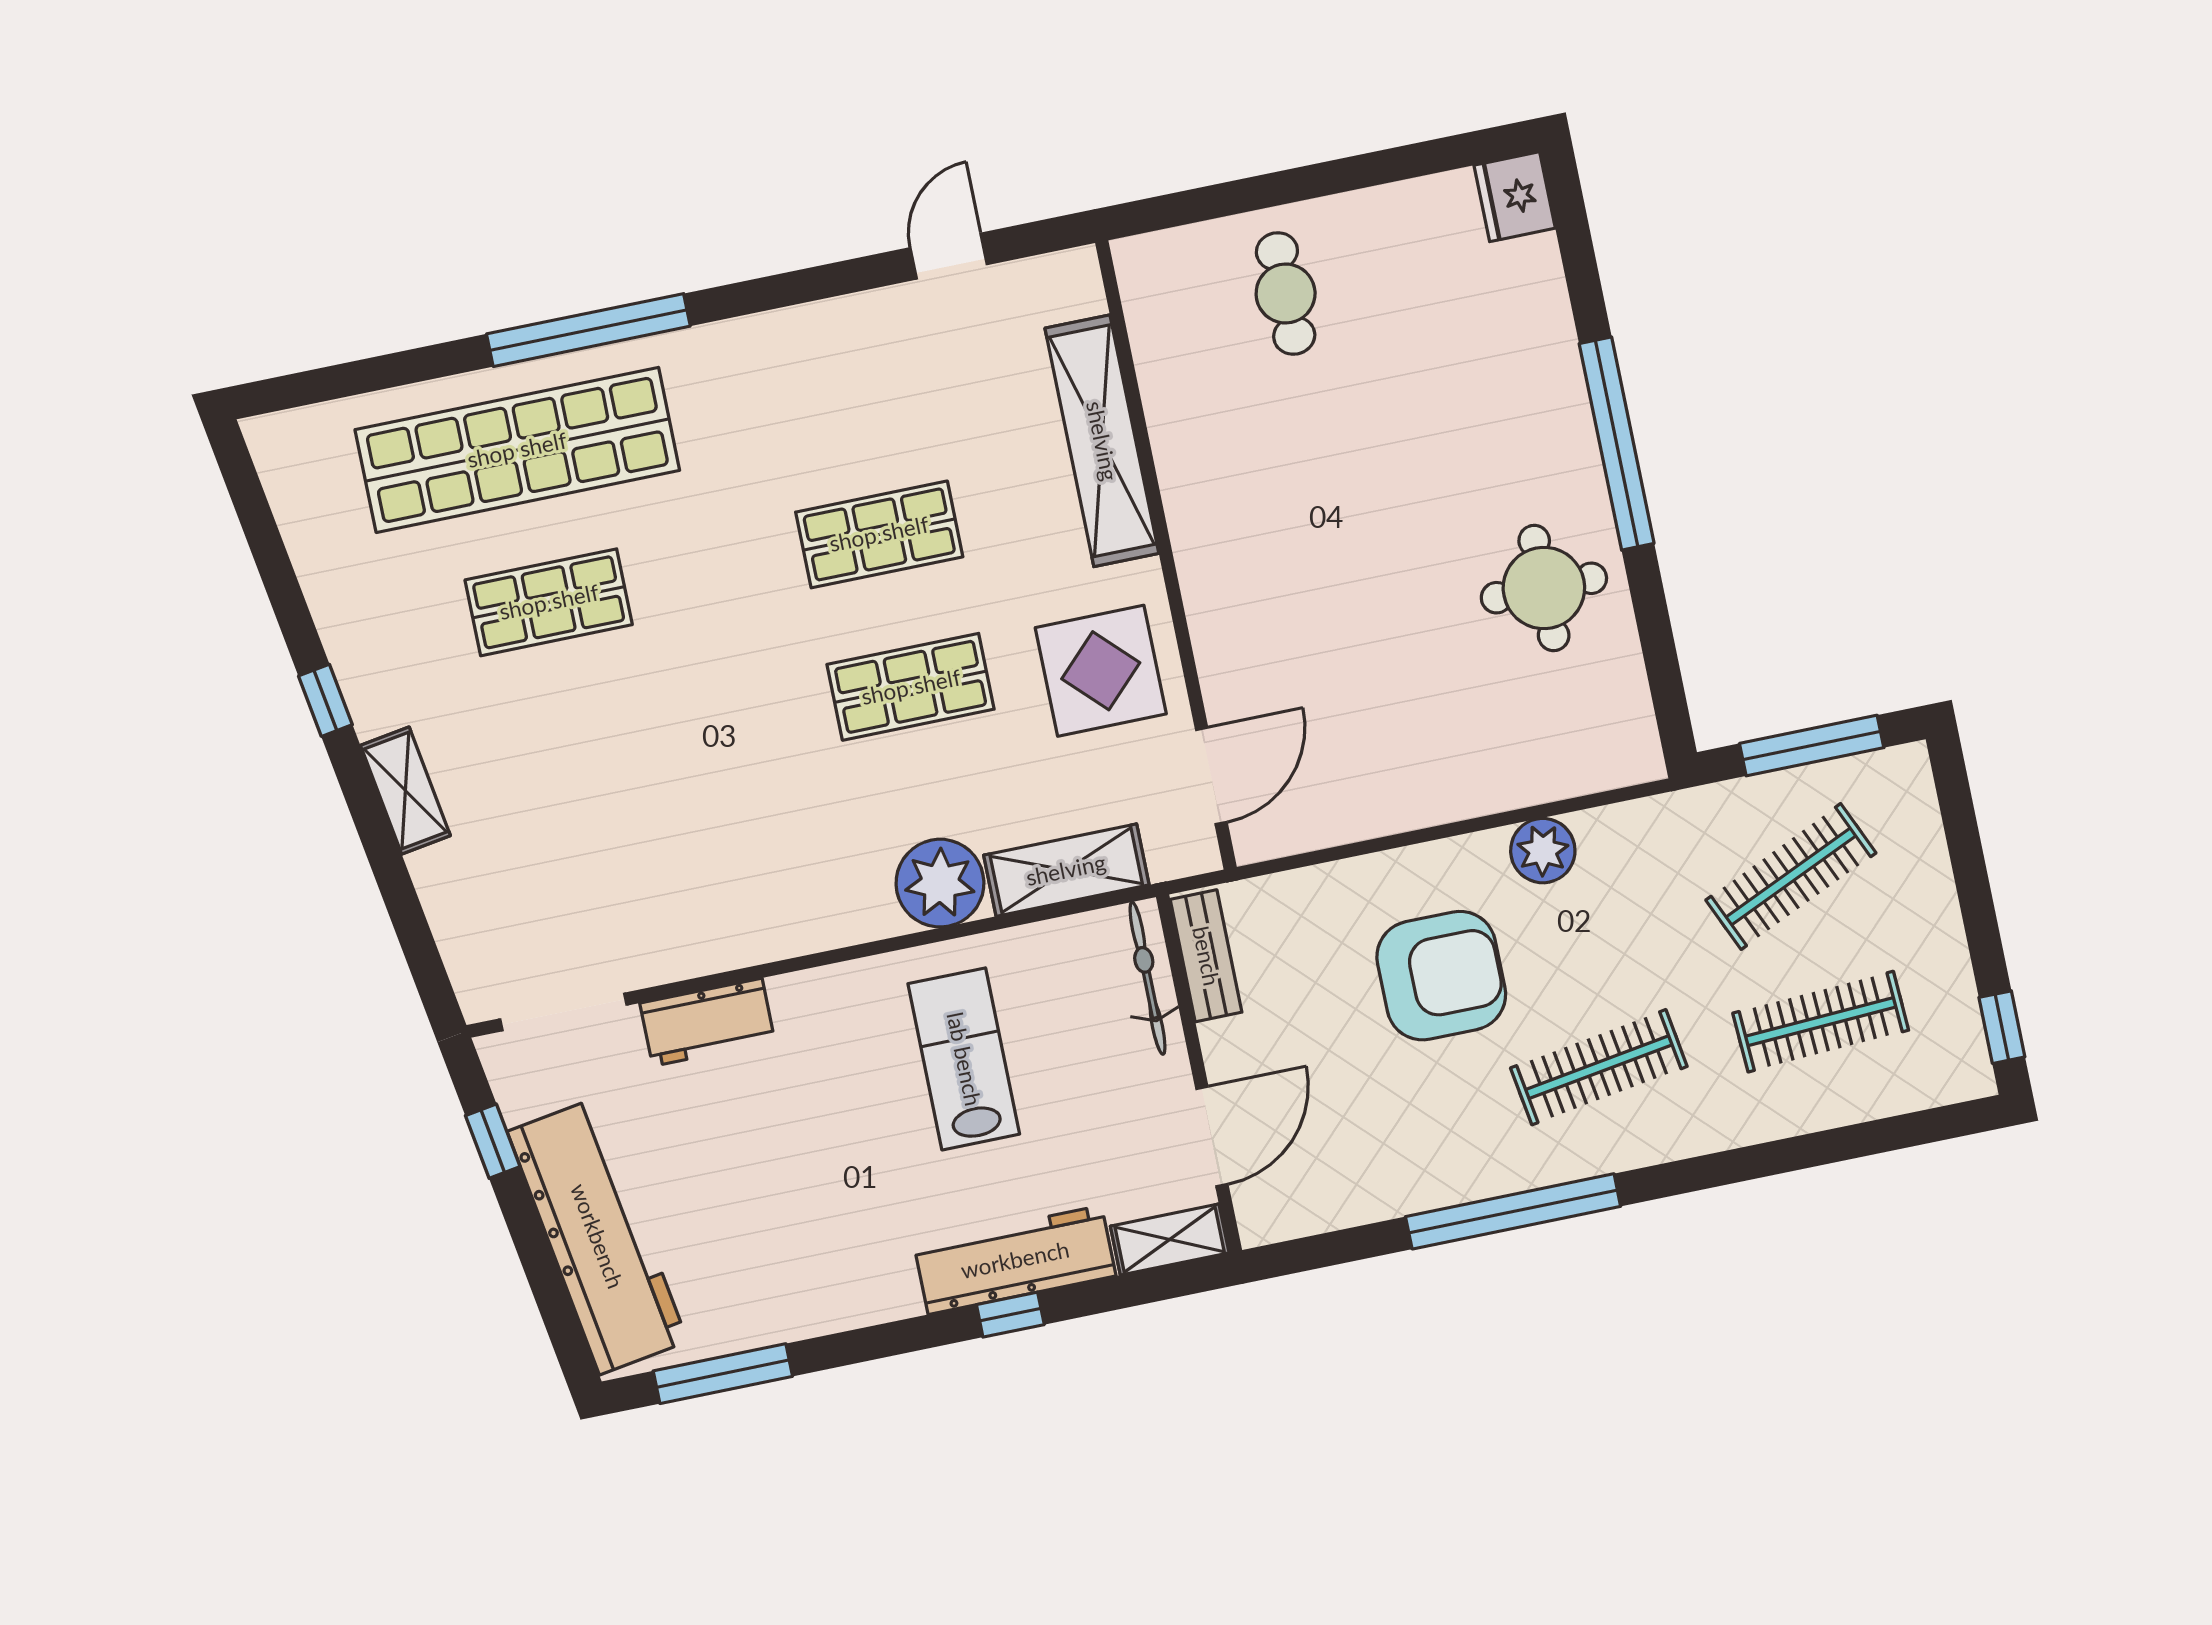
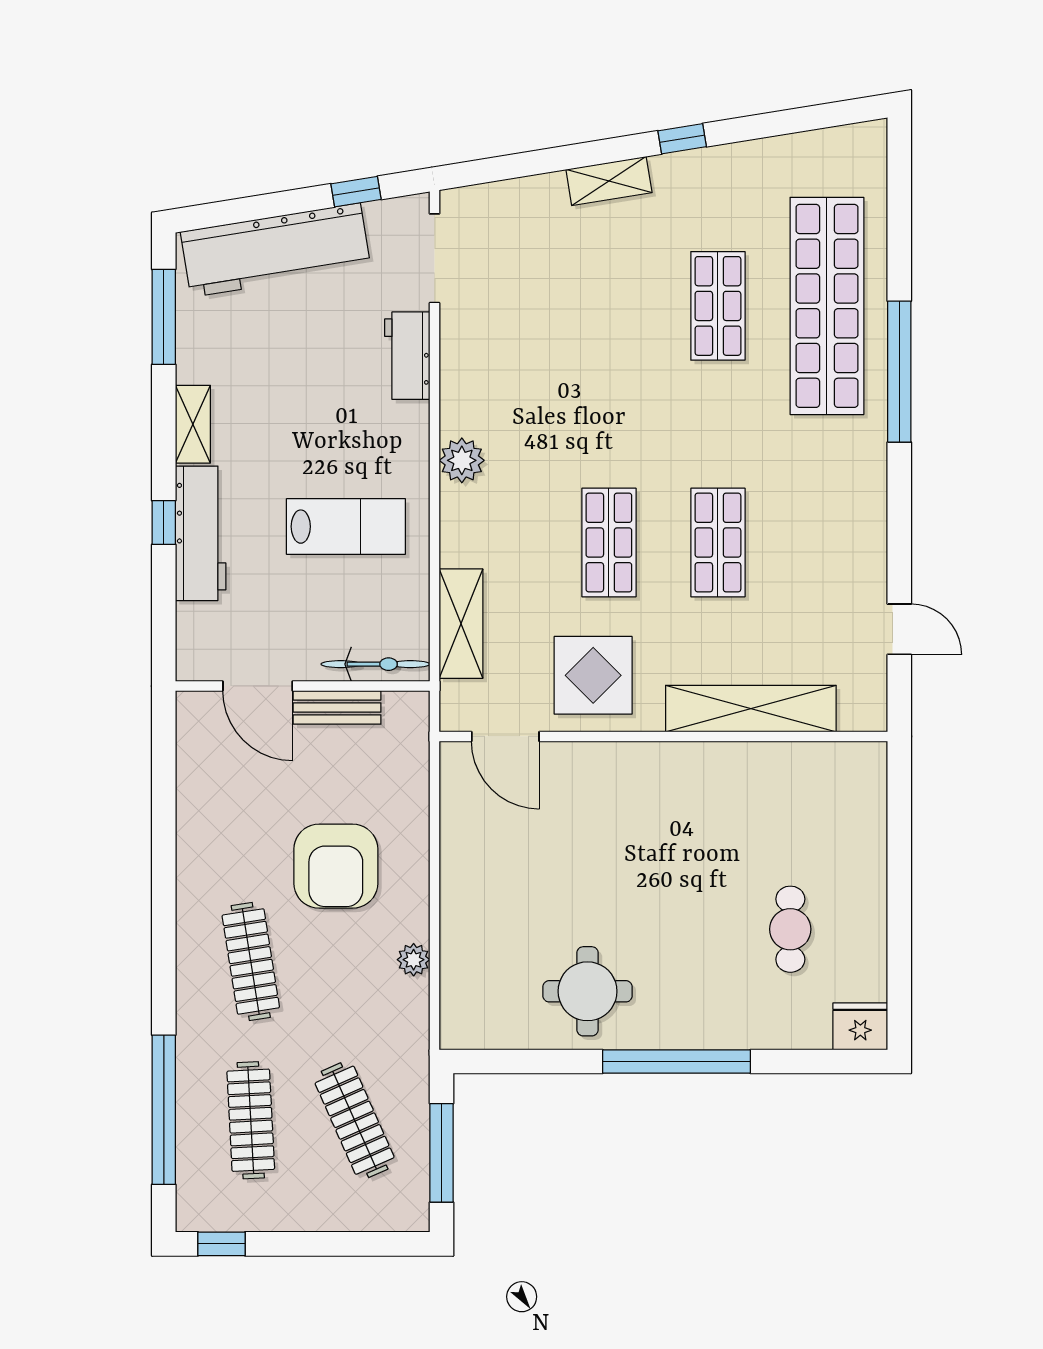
cafe table: (1286, 294) -> (790, 929), moved, turned 90
plant: (1543, 851) -> (414, 960), width x0.73, depth x0.73
plant: (940, 883) -> (462, 460), moved, width x0.73, depth x0.73
bench: (1206, 956) -> (337, 707), moved
window: (1513, 1211) -> (164, 1110), moved
shelving: (1170, 1239) -> (193, 424), moved

